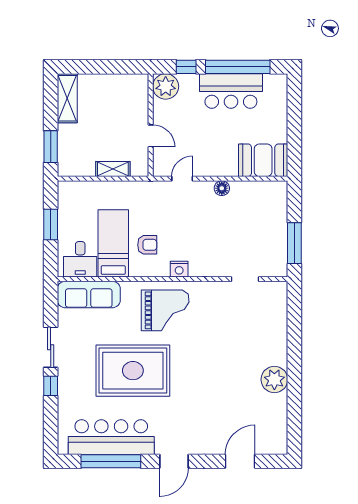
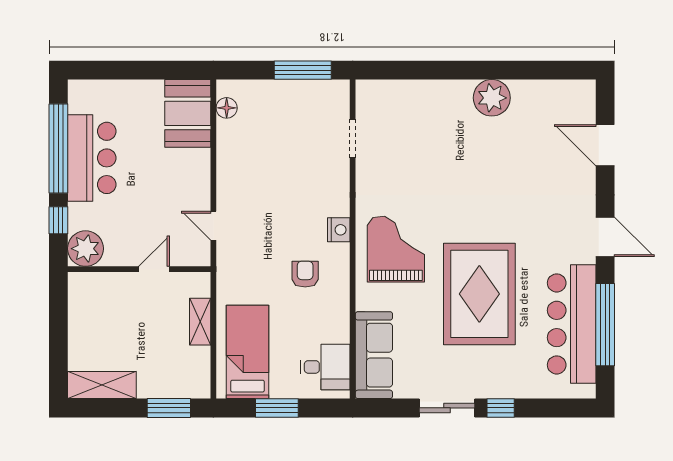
floor lamp: (222, 188) -> (227, 108), moved
bed: (113, 243) -> (247, 352), moved, turned 90

